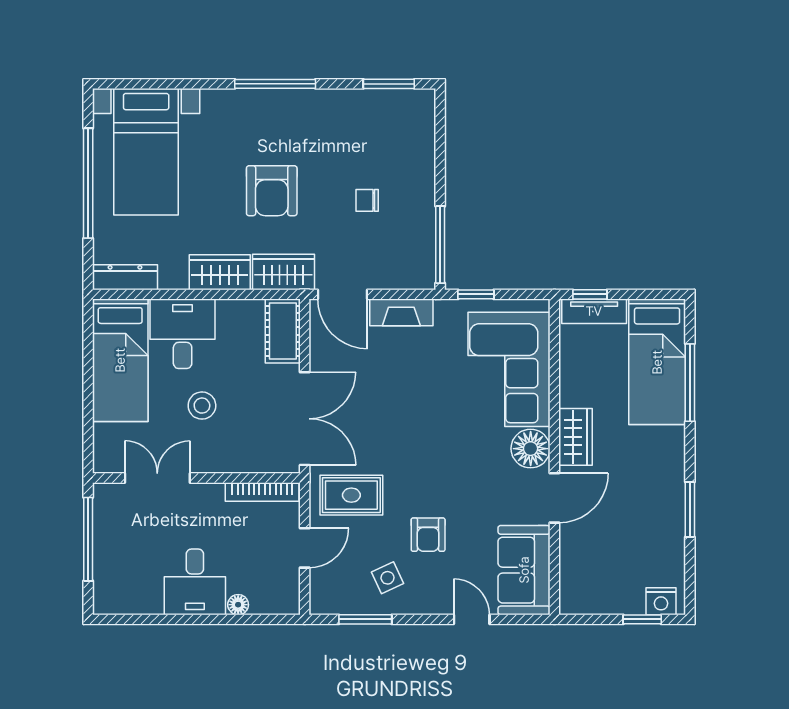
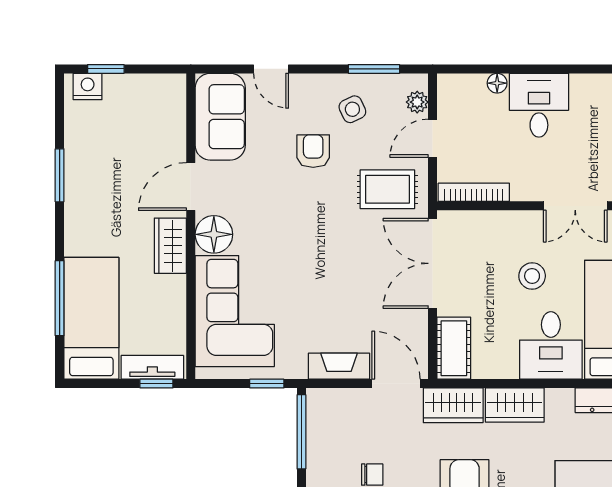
plant: (321, 585) -> (417, 102), added

